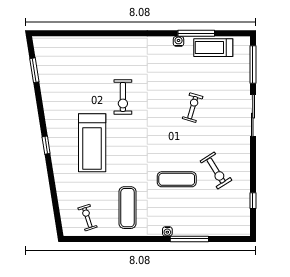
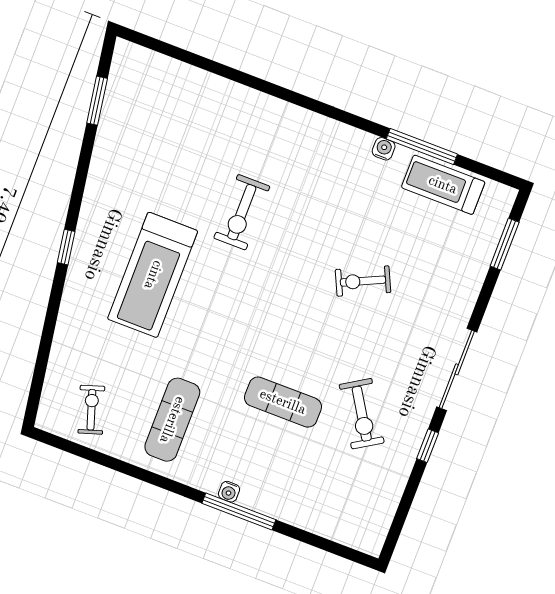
window: (253, 65) -> (505, 244), width x0.69
exercise bike: (193, 108) -> (363, 281), turned -131
sliding door: (253, 116) -> (457, 369), moved
window: (253, 201) -> (428, 446), moved
window: (189, 239) -> (239, 511), moved

